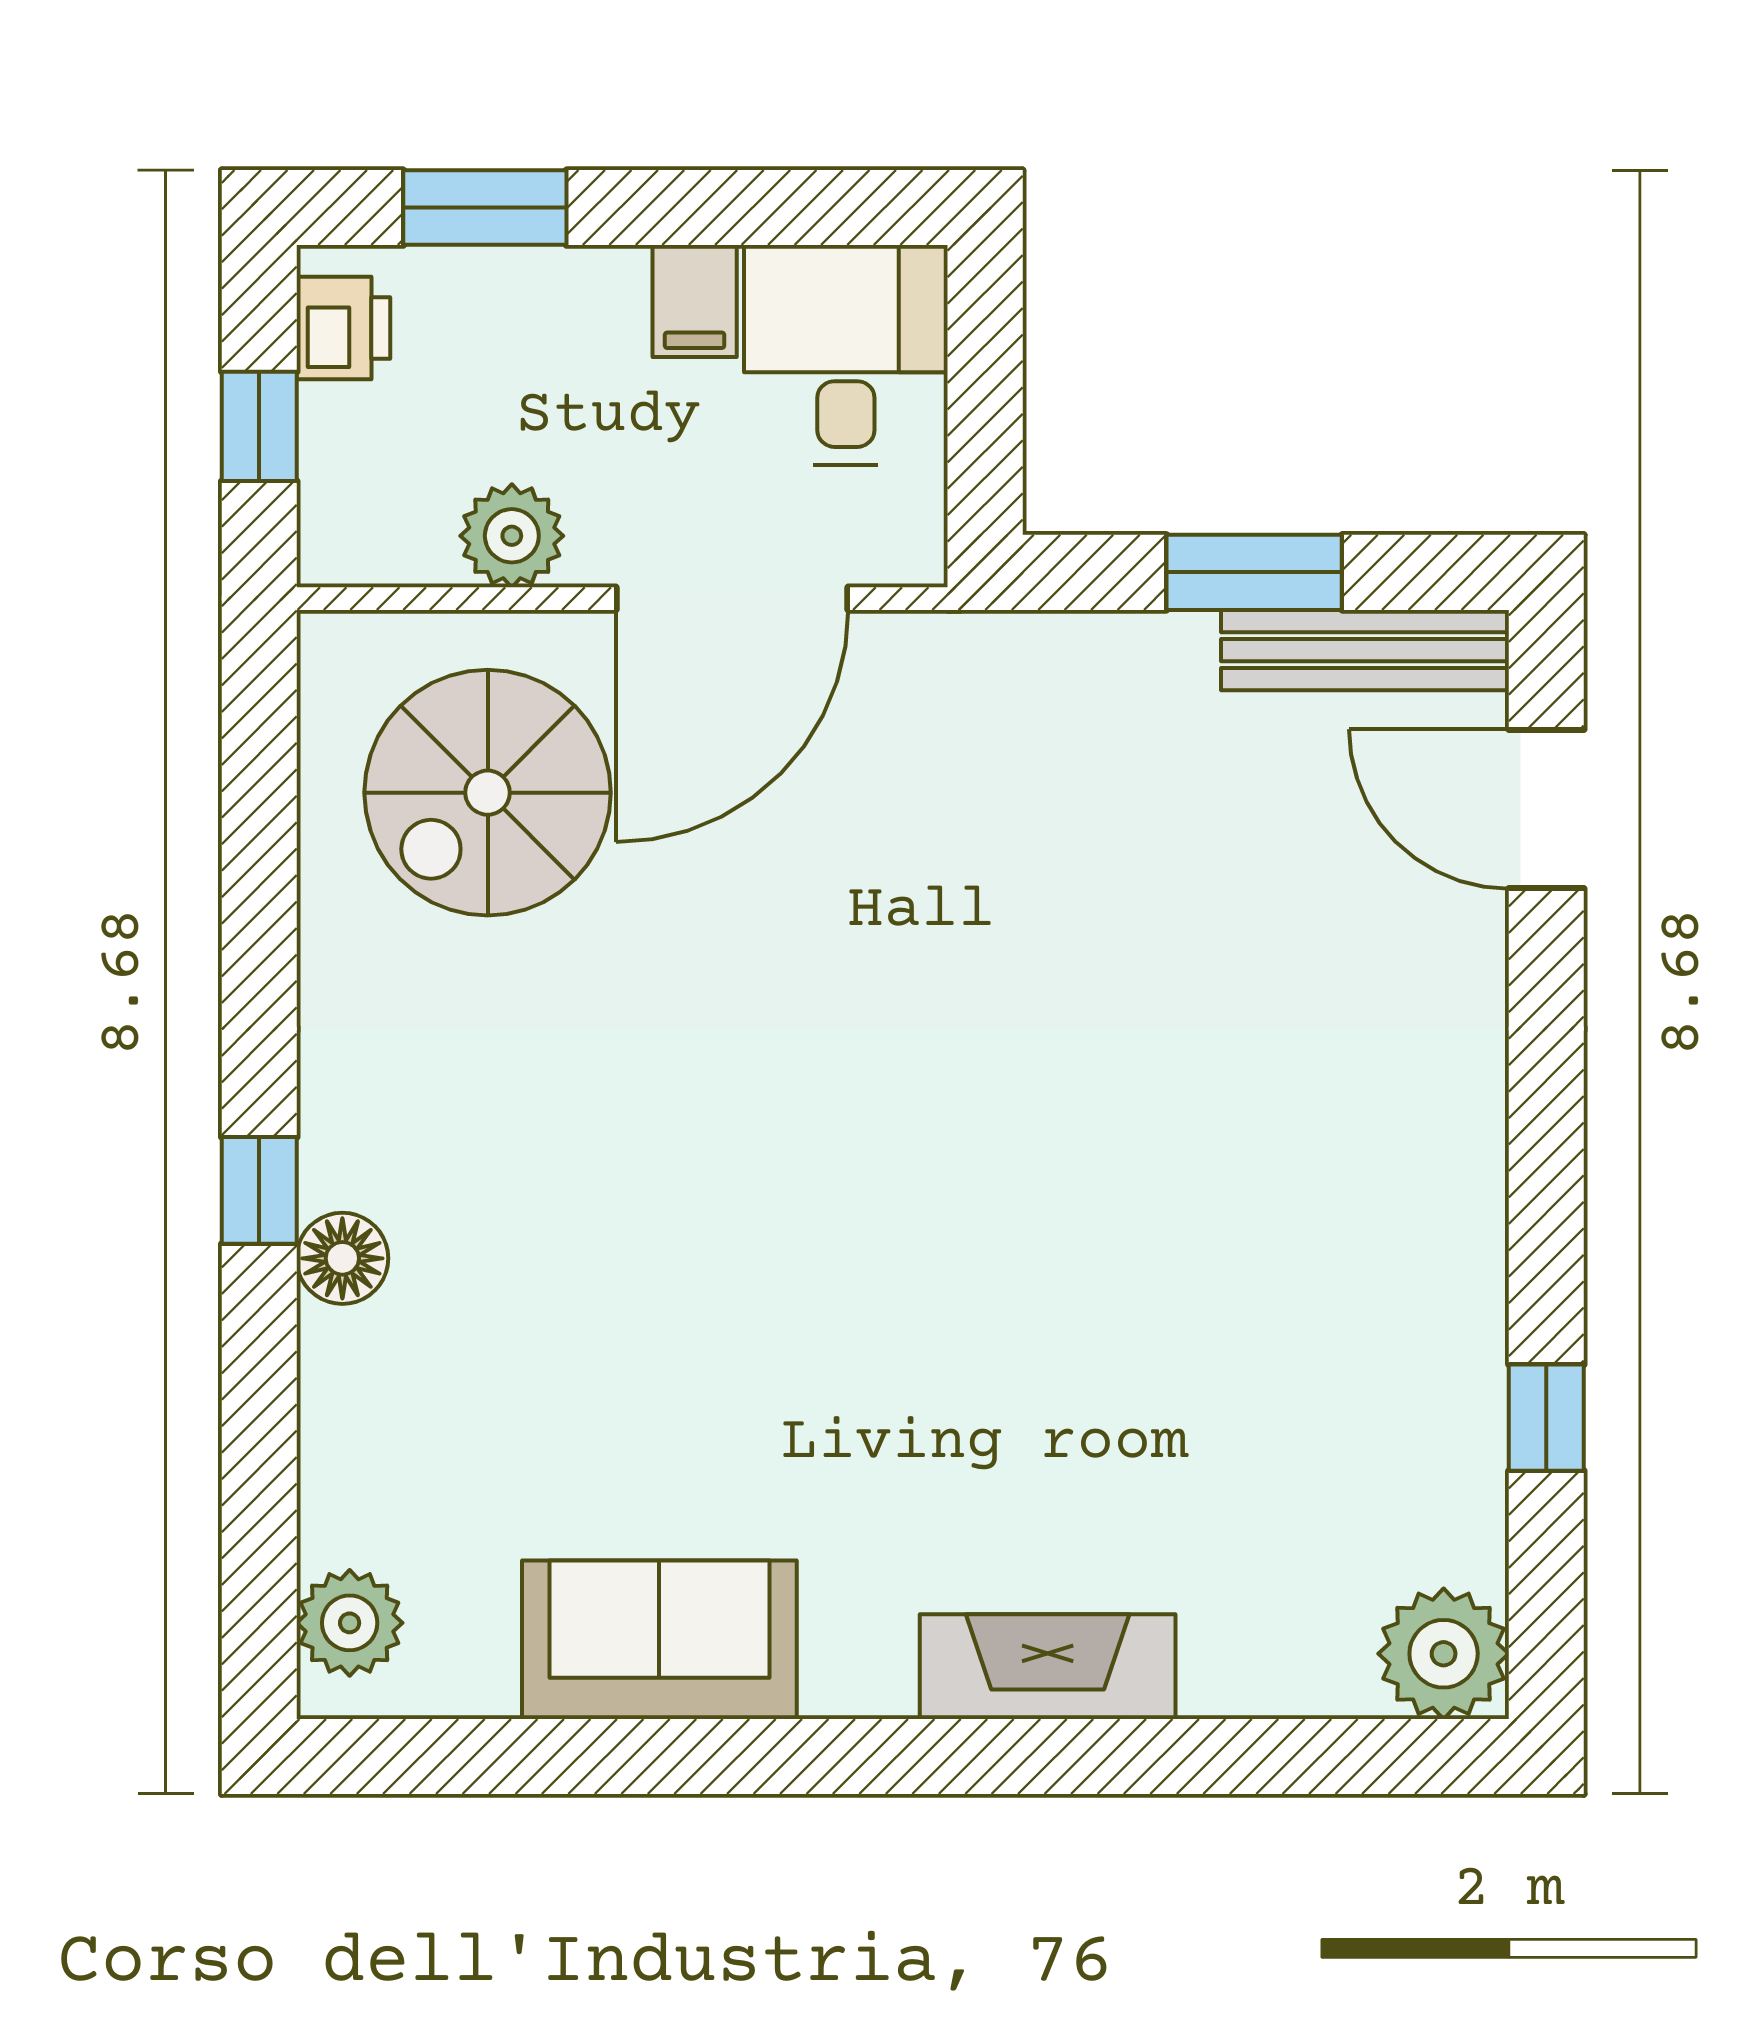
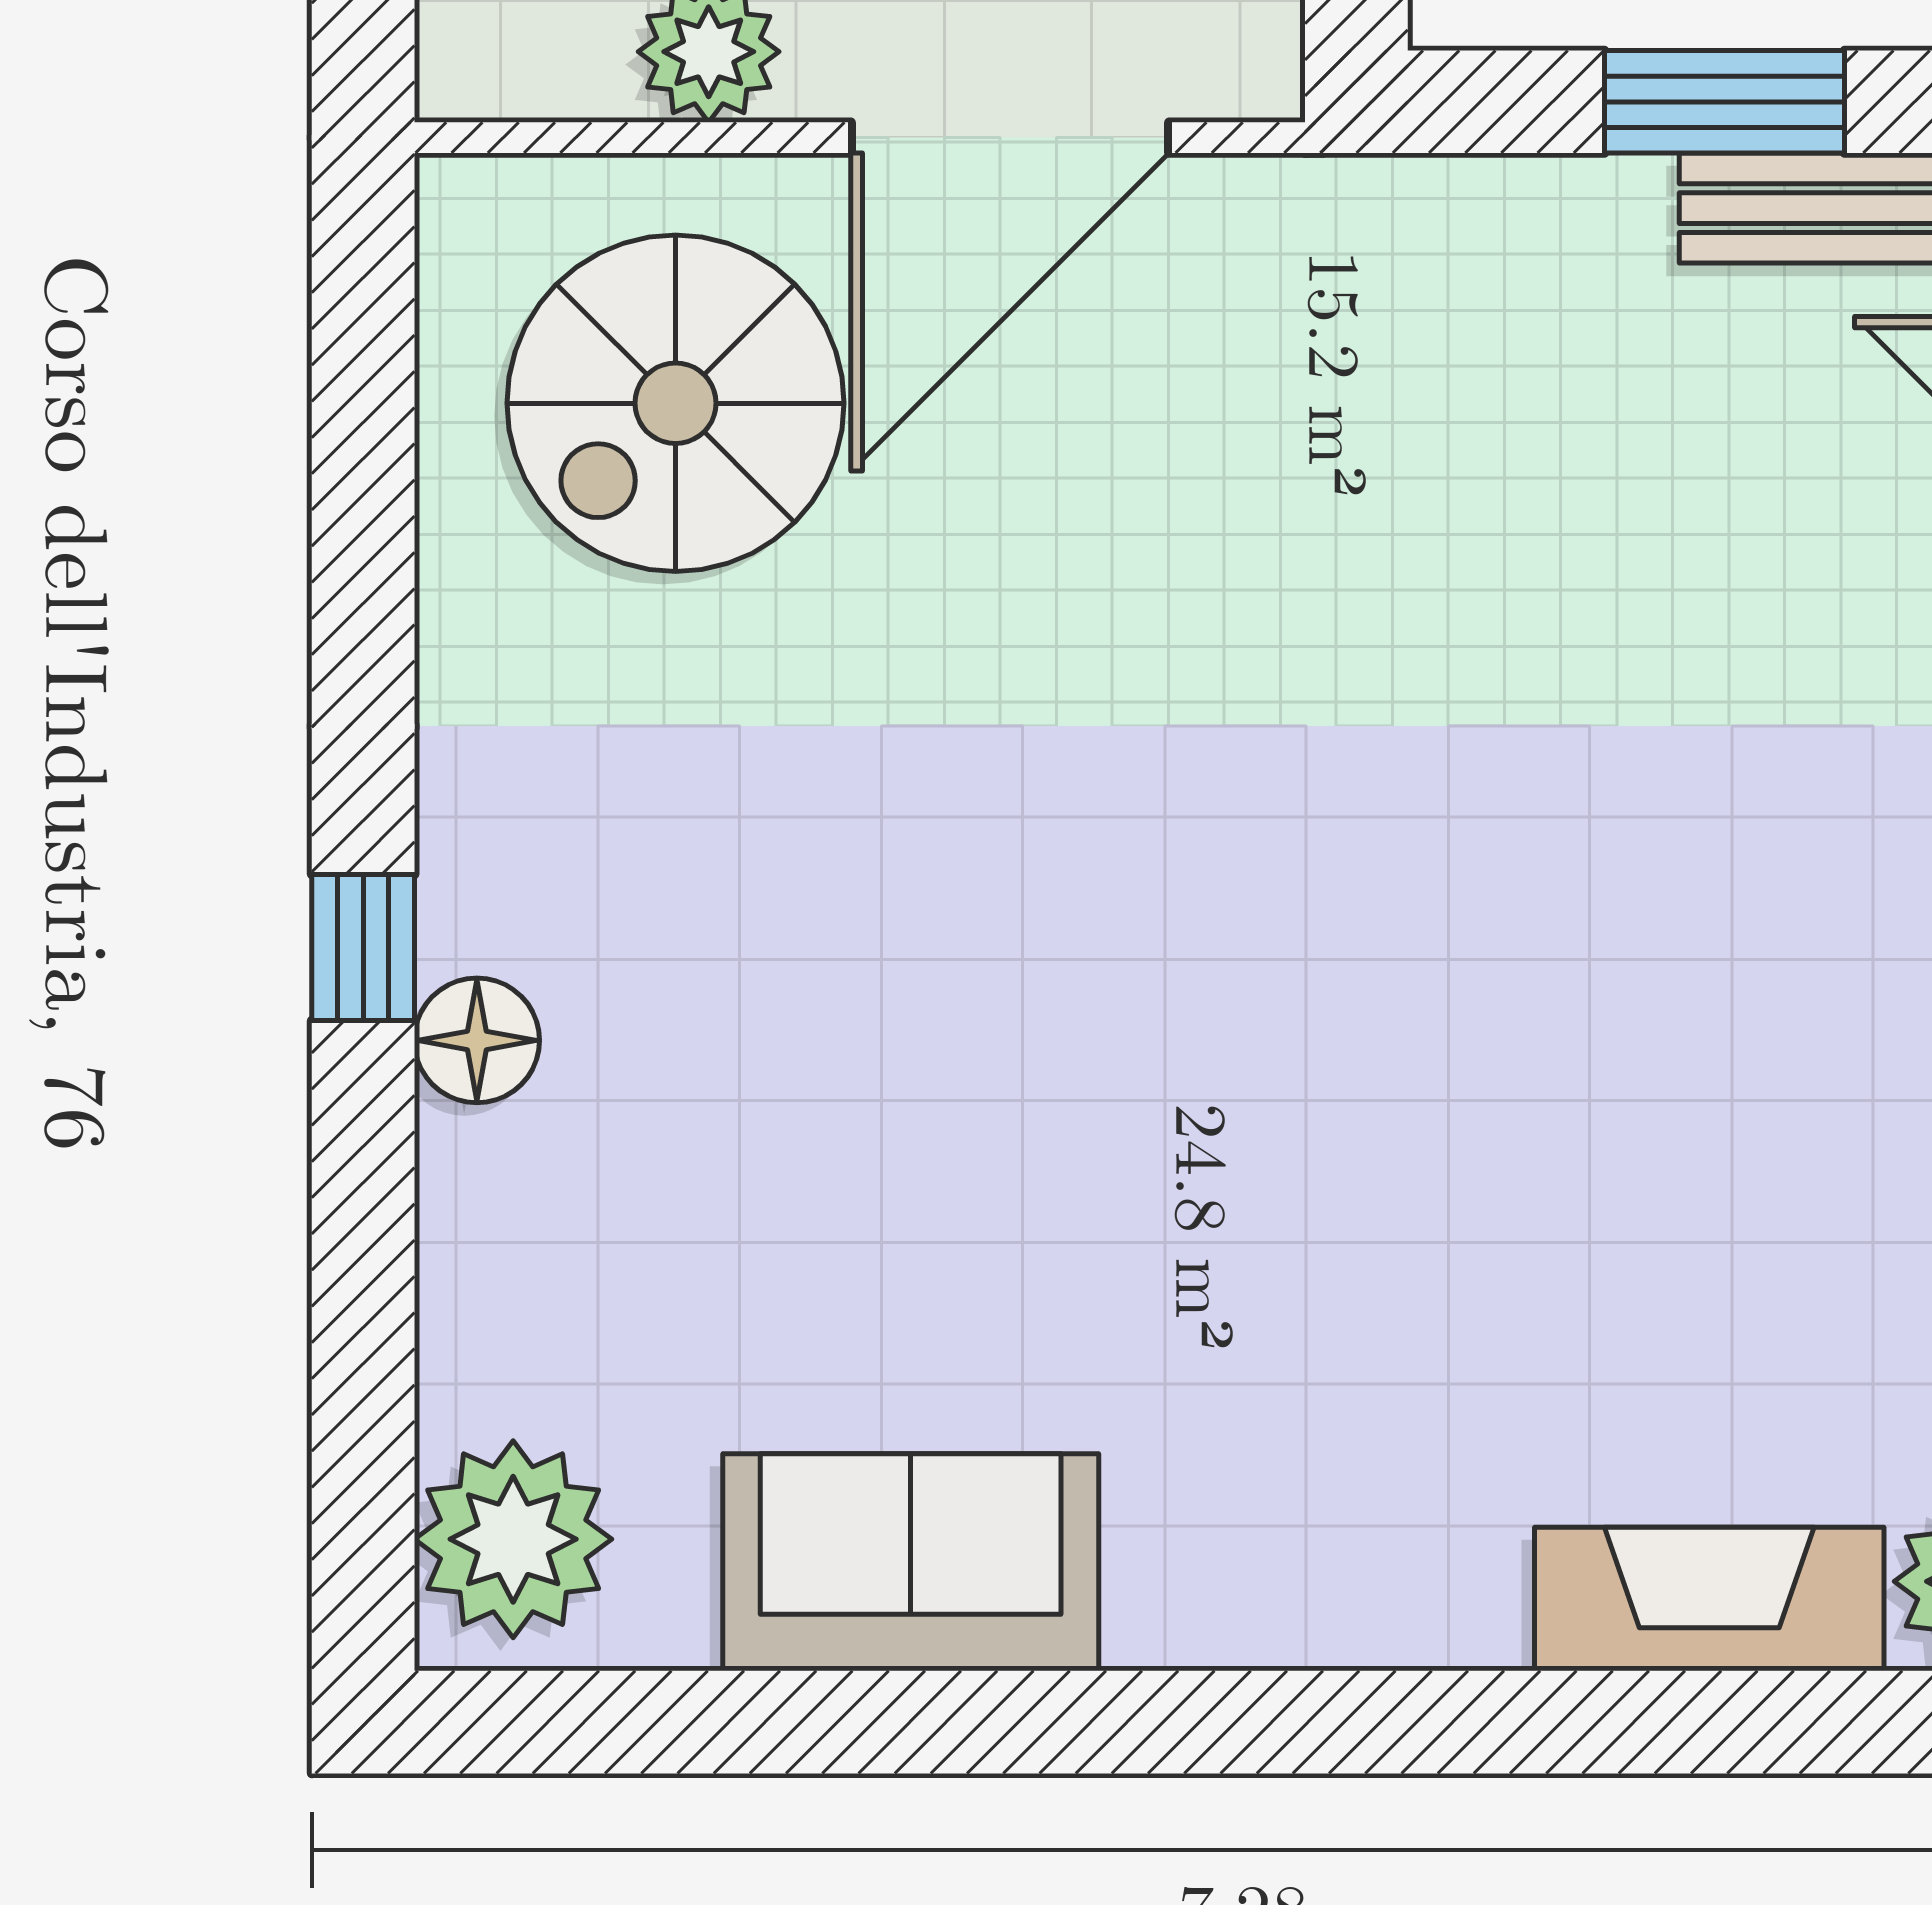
plant: (350, 1623) -> (513, 1539), width x1.36, depth x1.36
fireplace: (1048, 1667) -> (1709, 1599), moved

